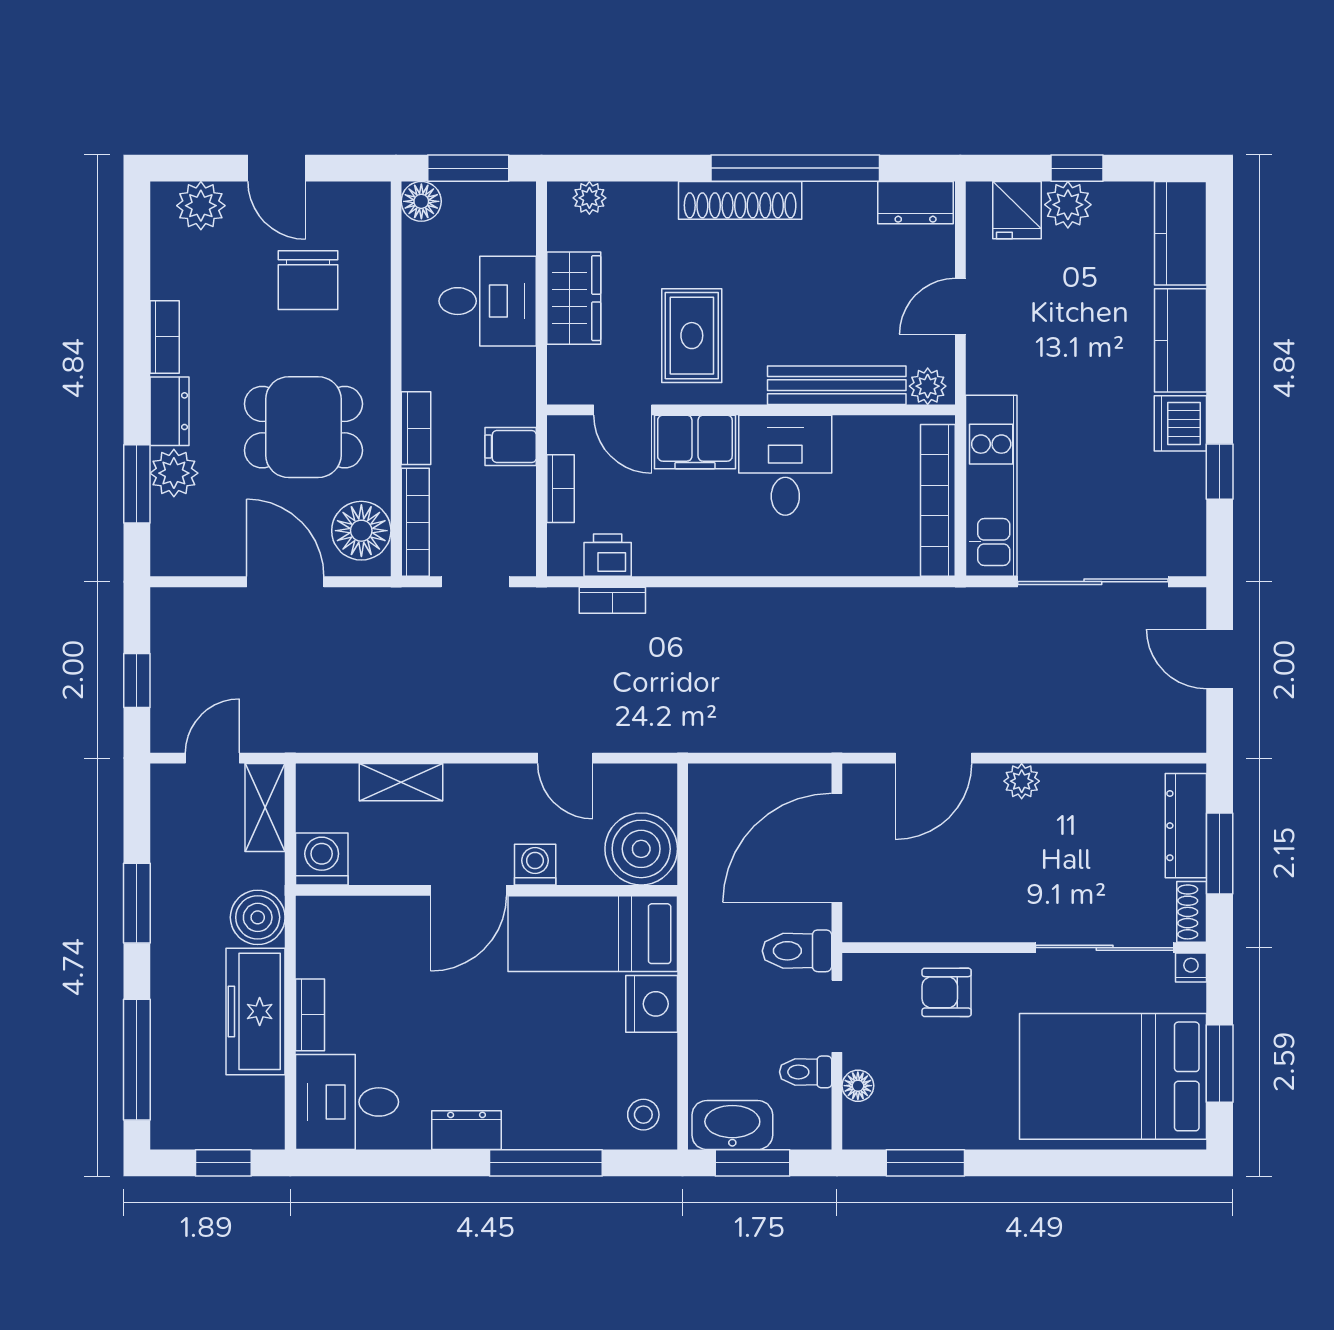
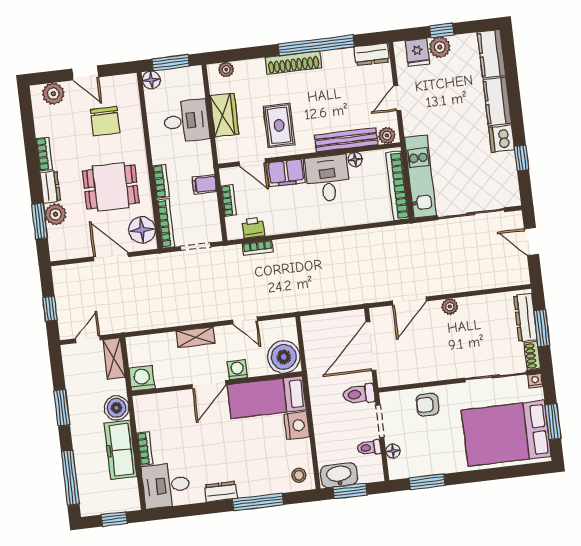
floor lamp: (851, 431) -> (355, 159), added
shelving: (401, 782) -> (196, 337), moved

